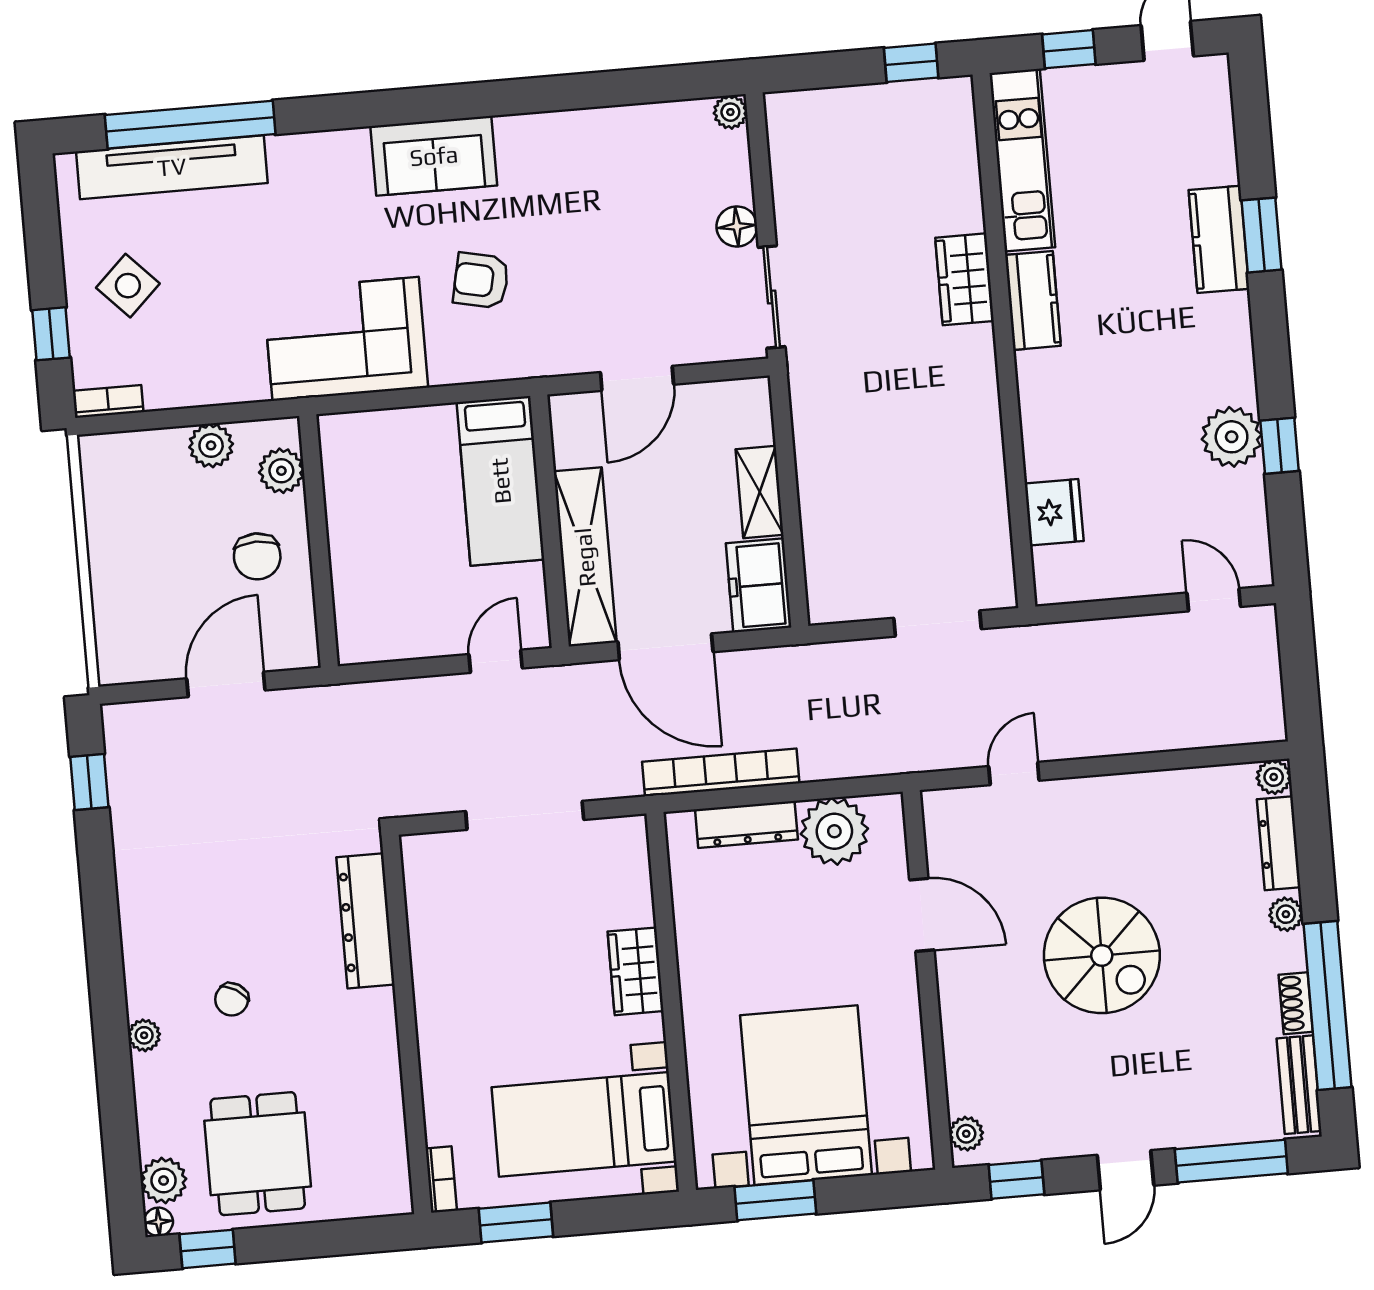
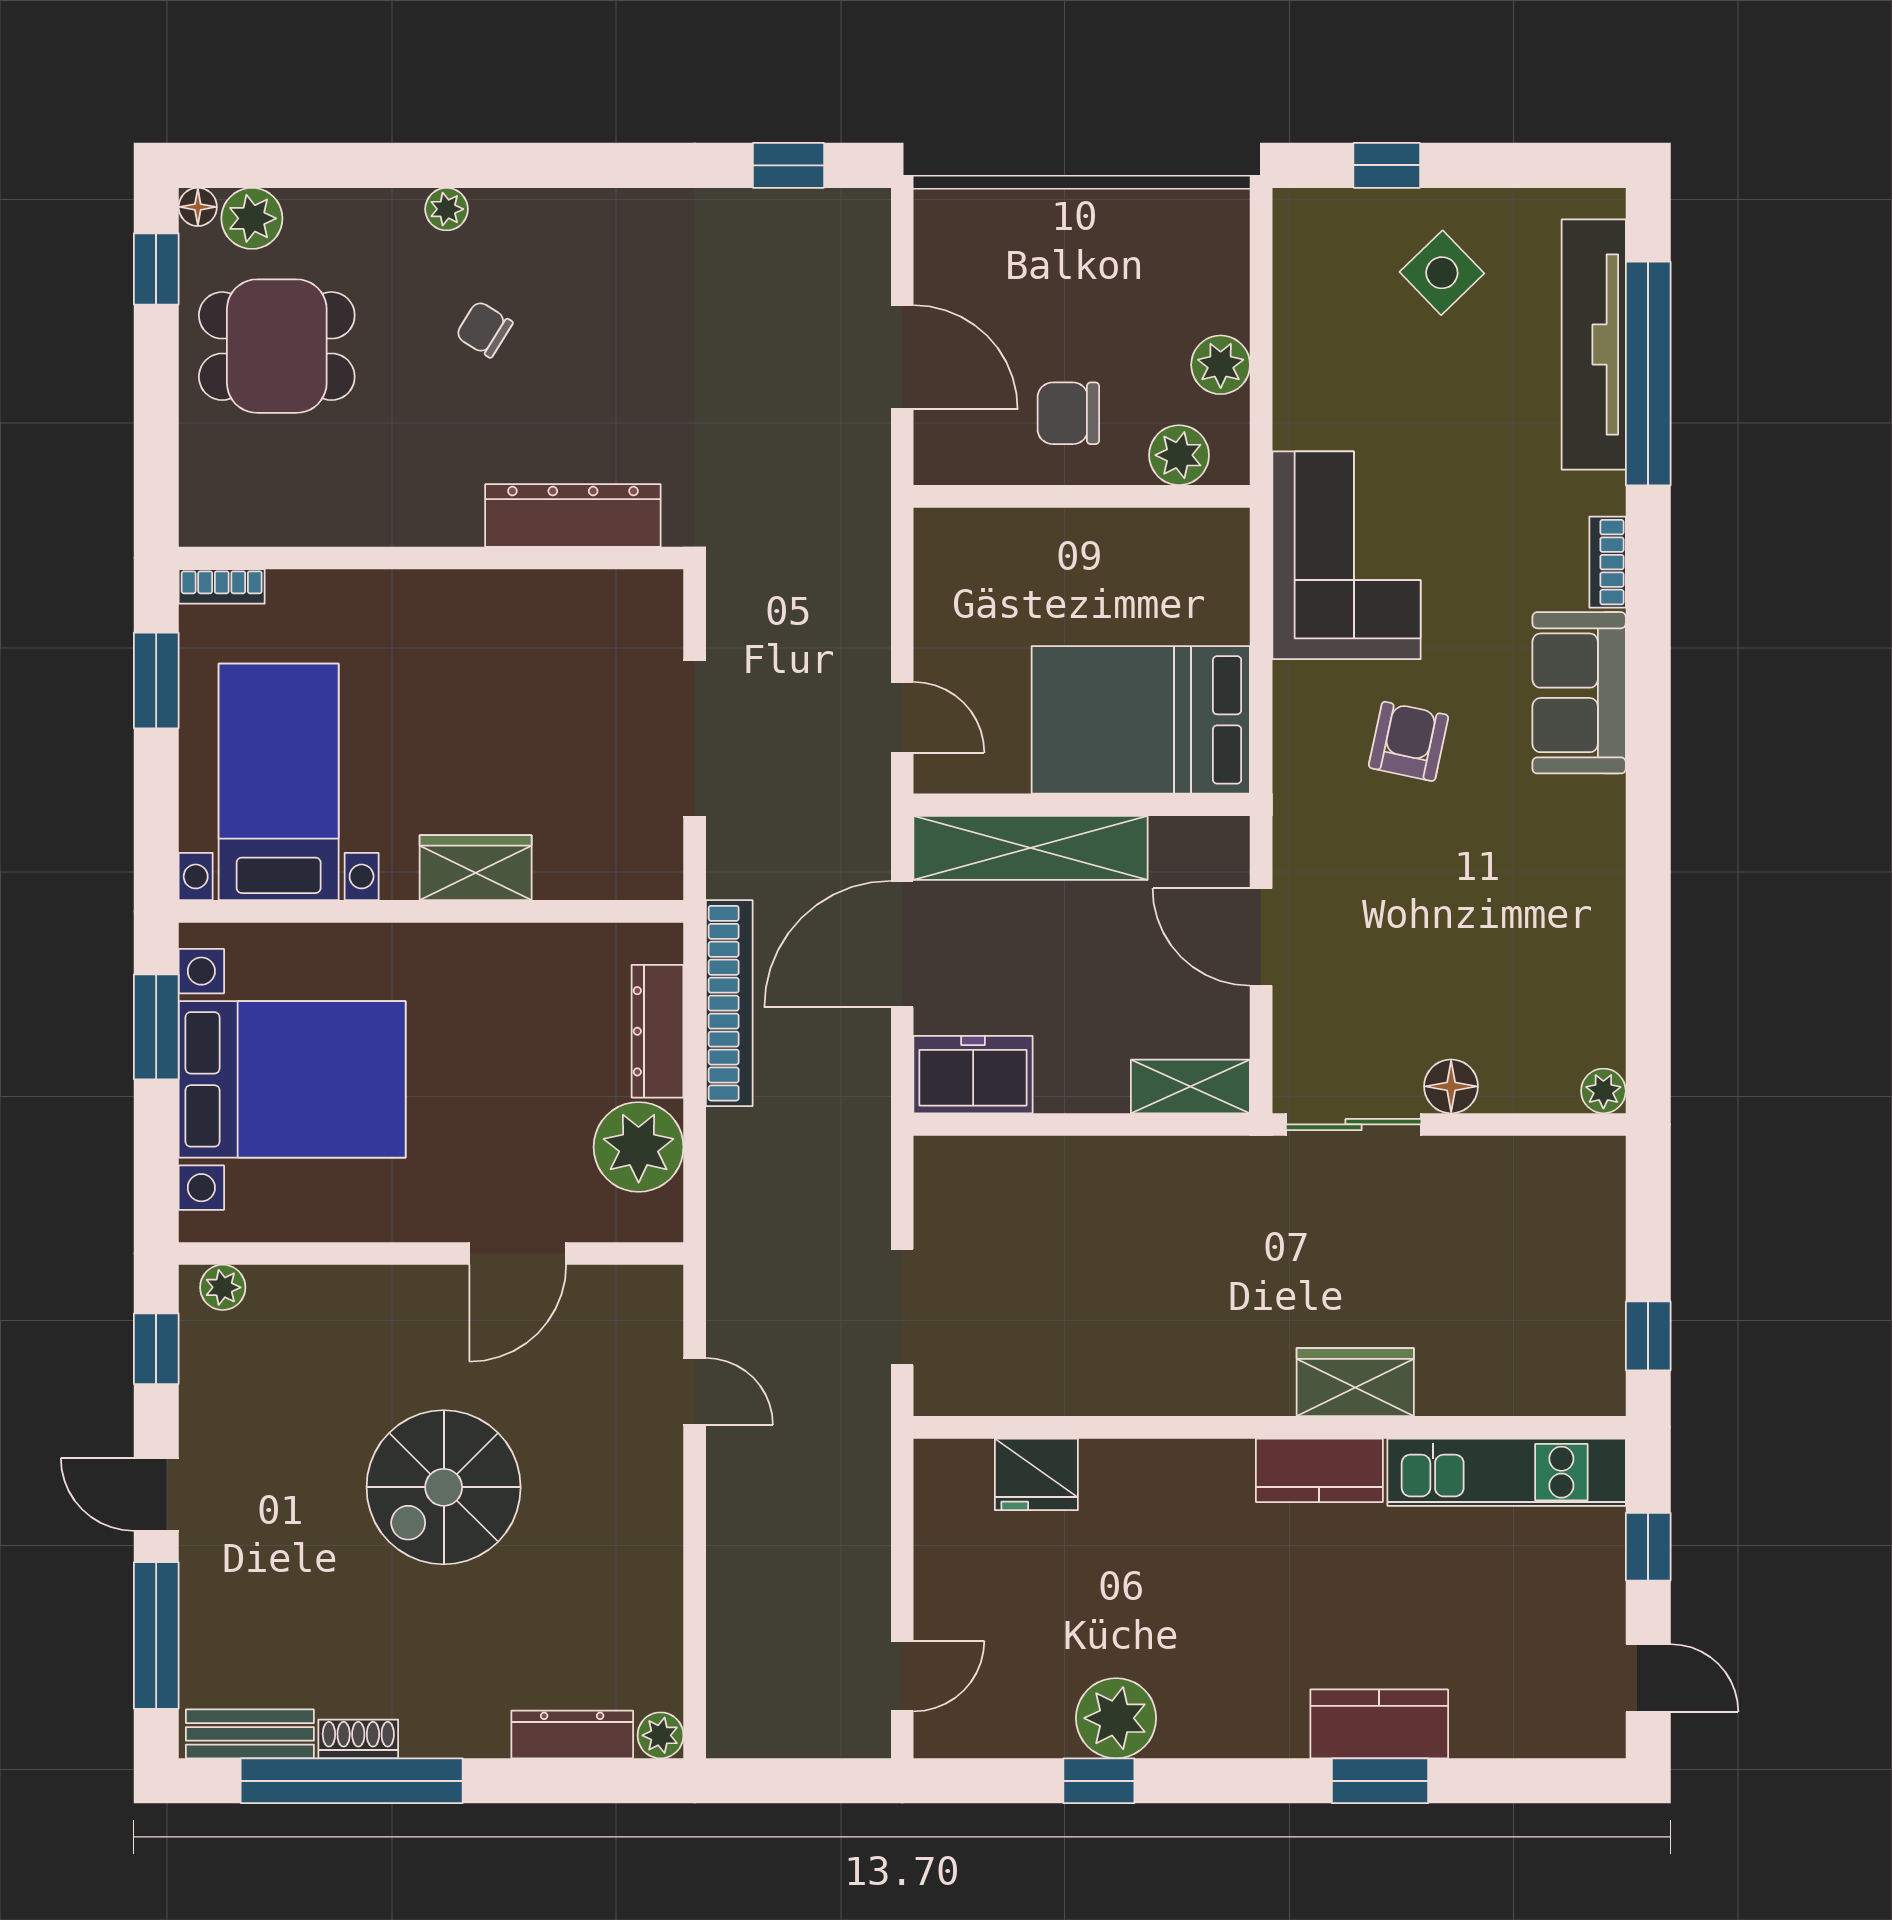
bookcase: (108, 401) -> (1608, 562), moved, turned 180
bed: (501, 481) -> (1141, 720), width x1.50
shelving: (760, 492) -> (1190, 1086), moved
plant: (1286, 914) -> (477, 1736), removed

